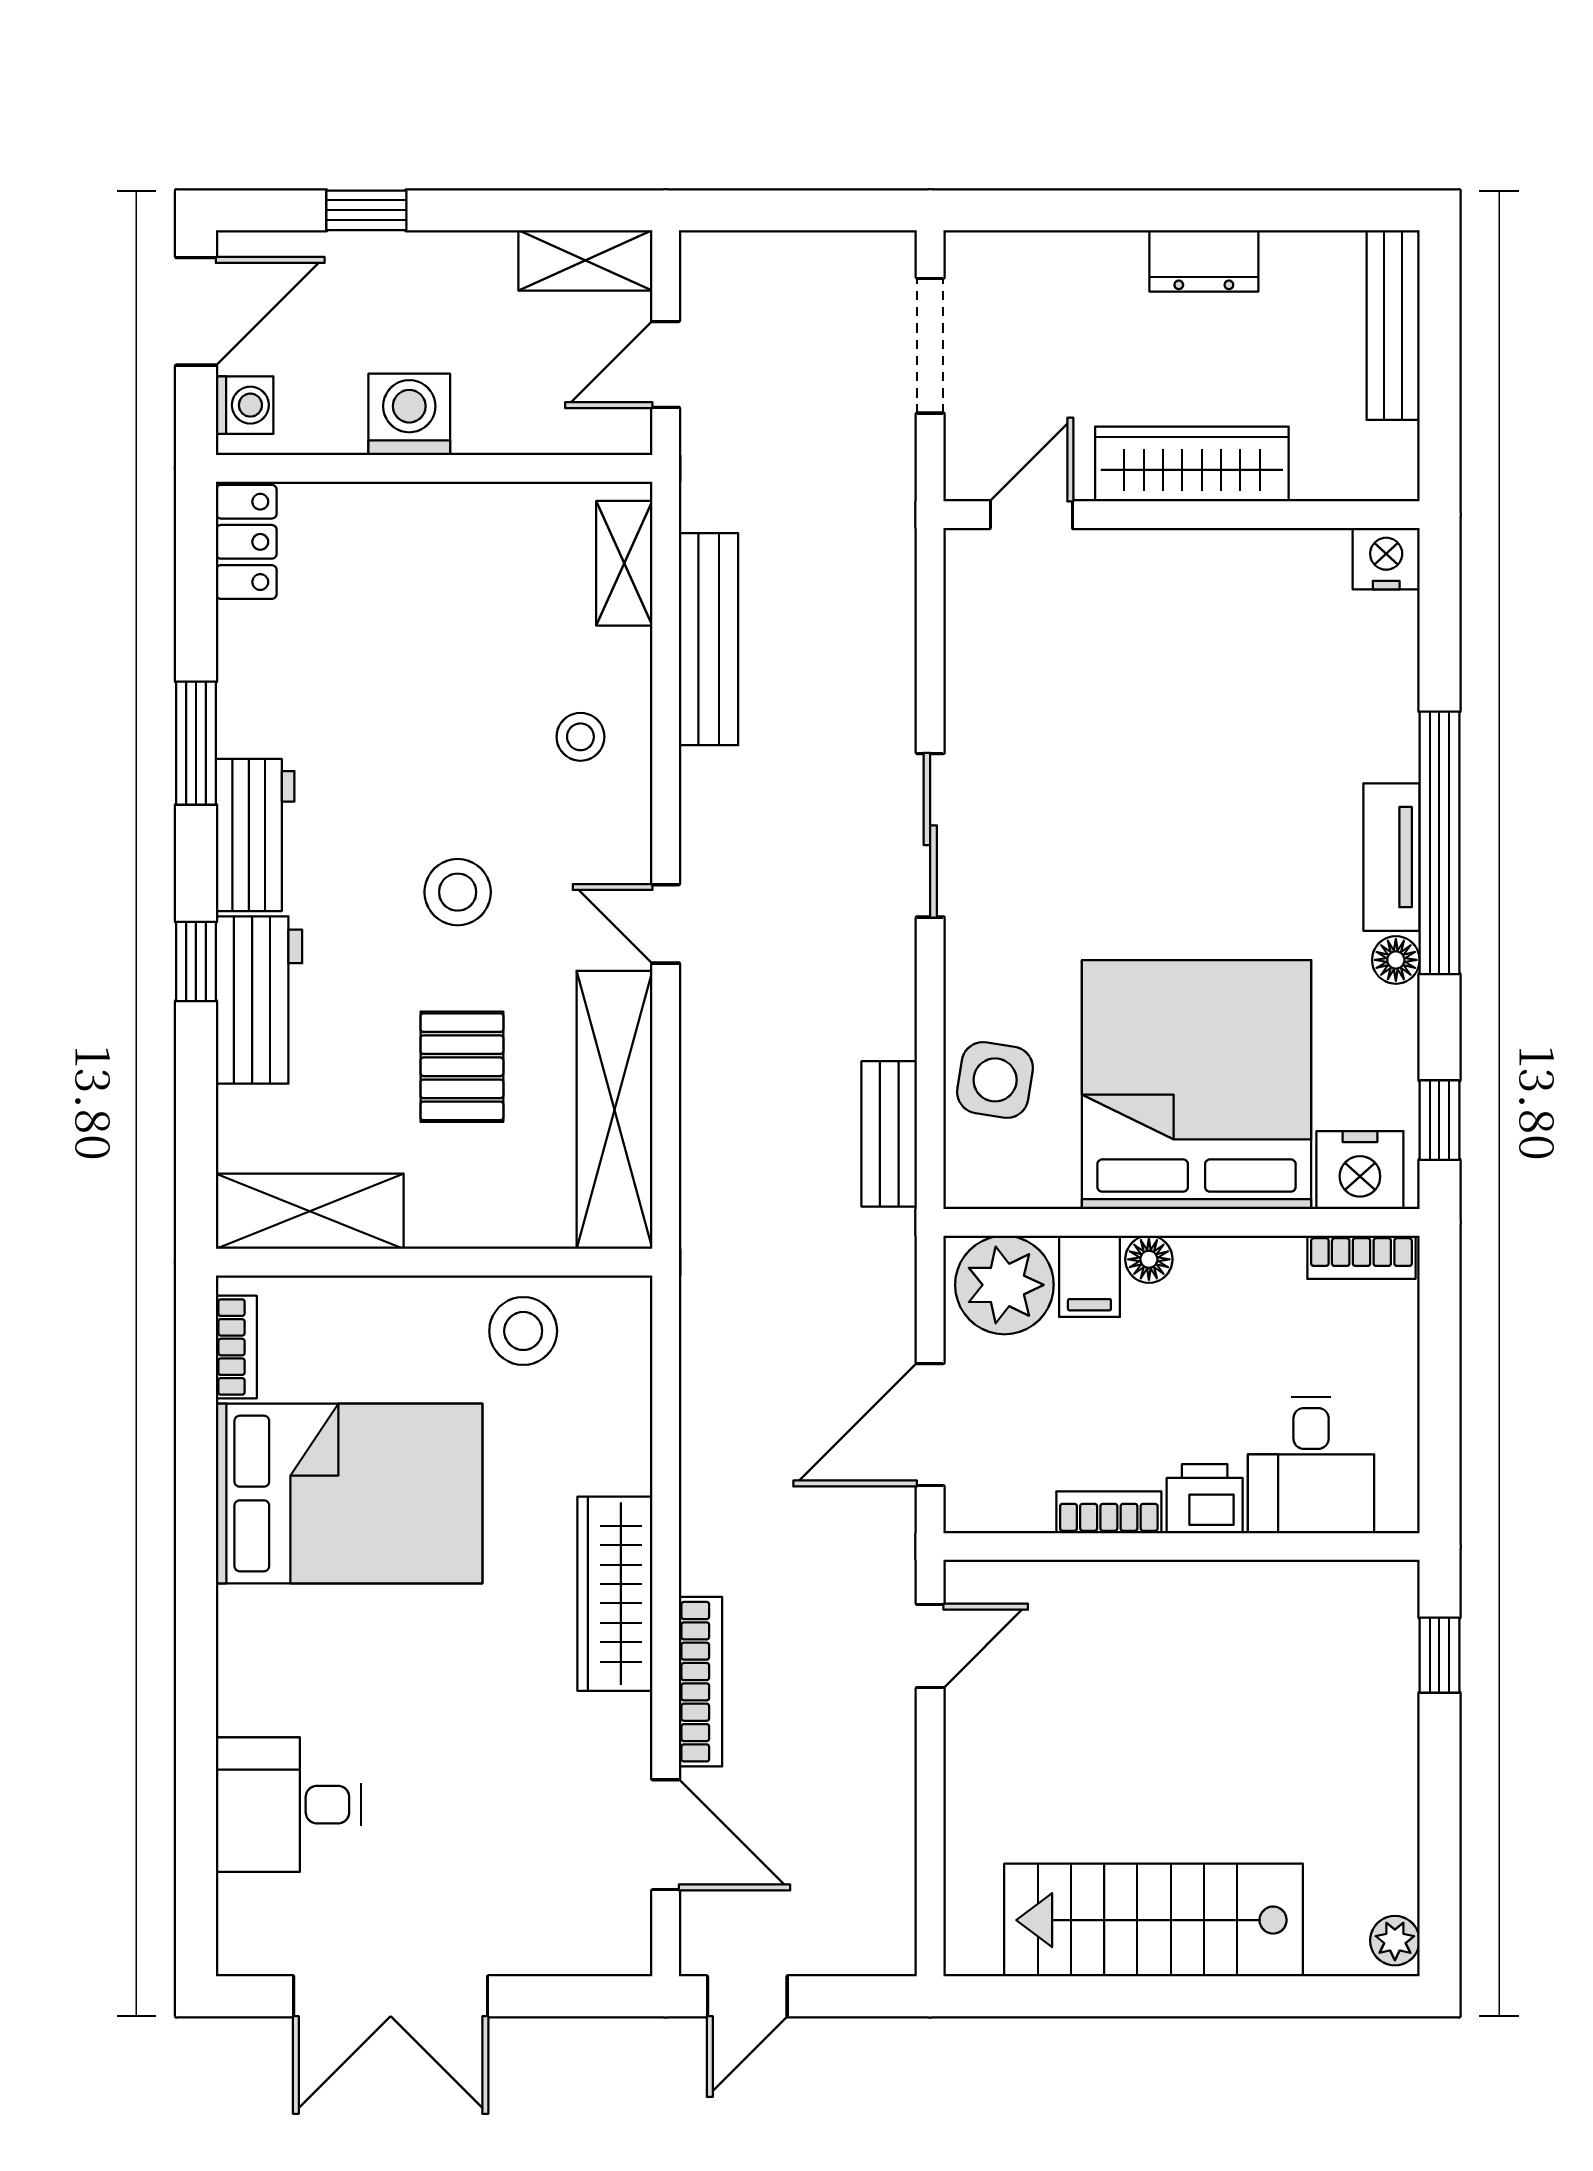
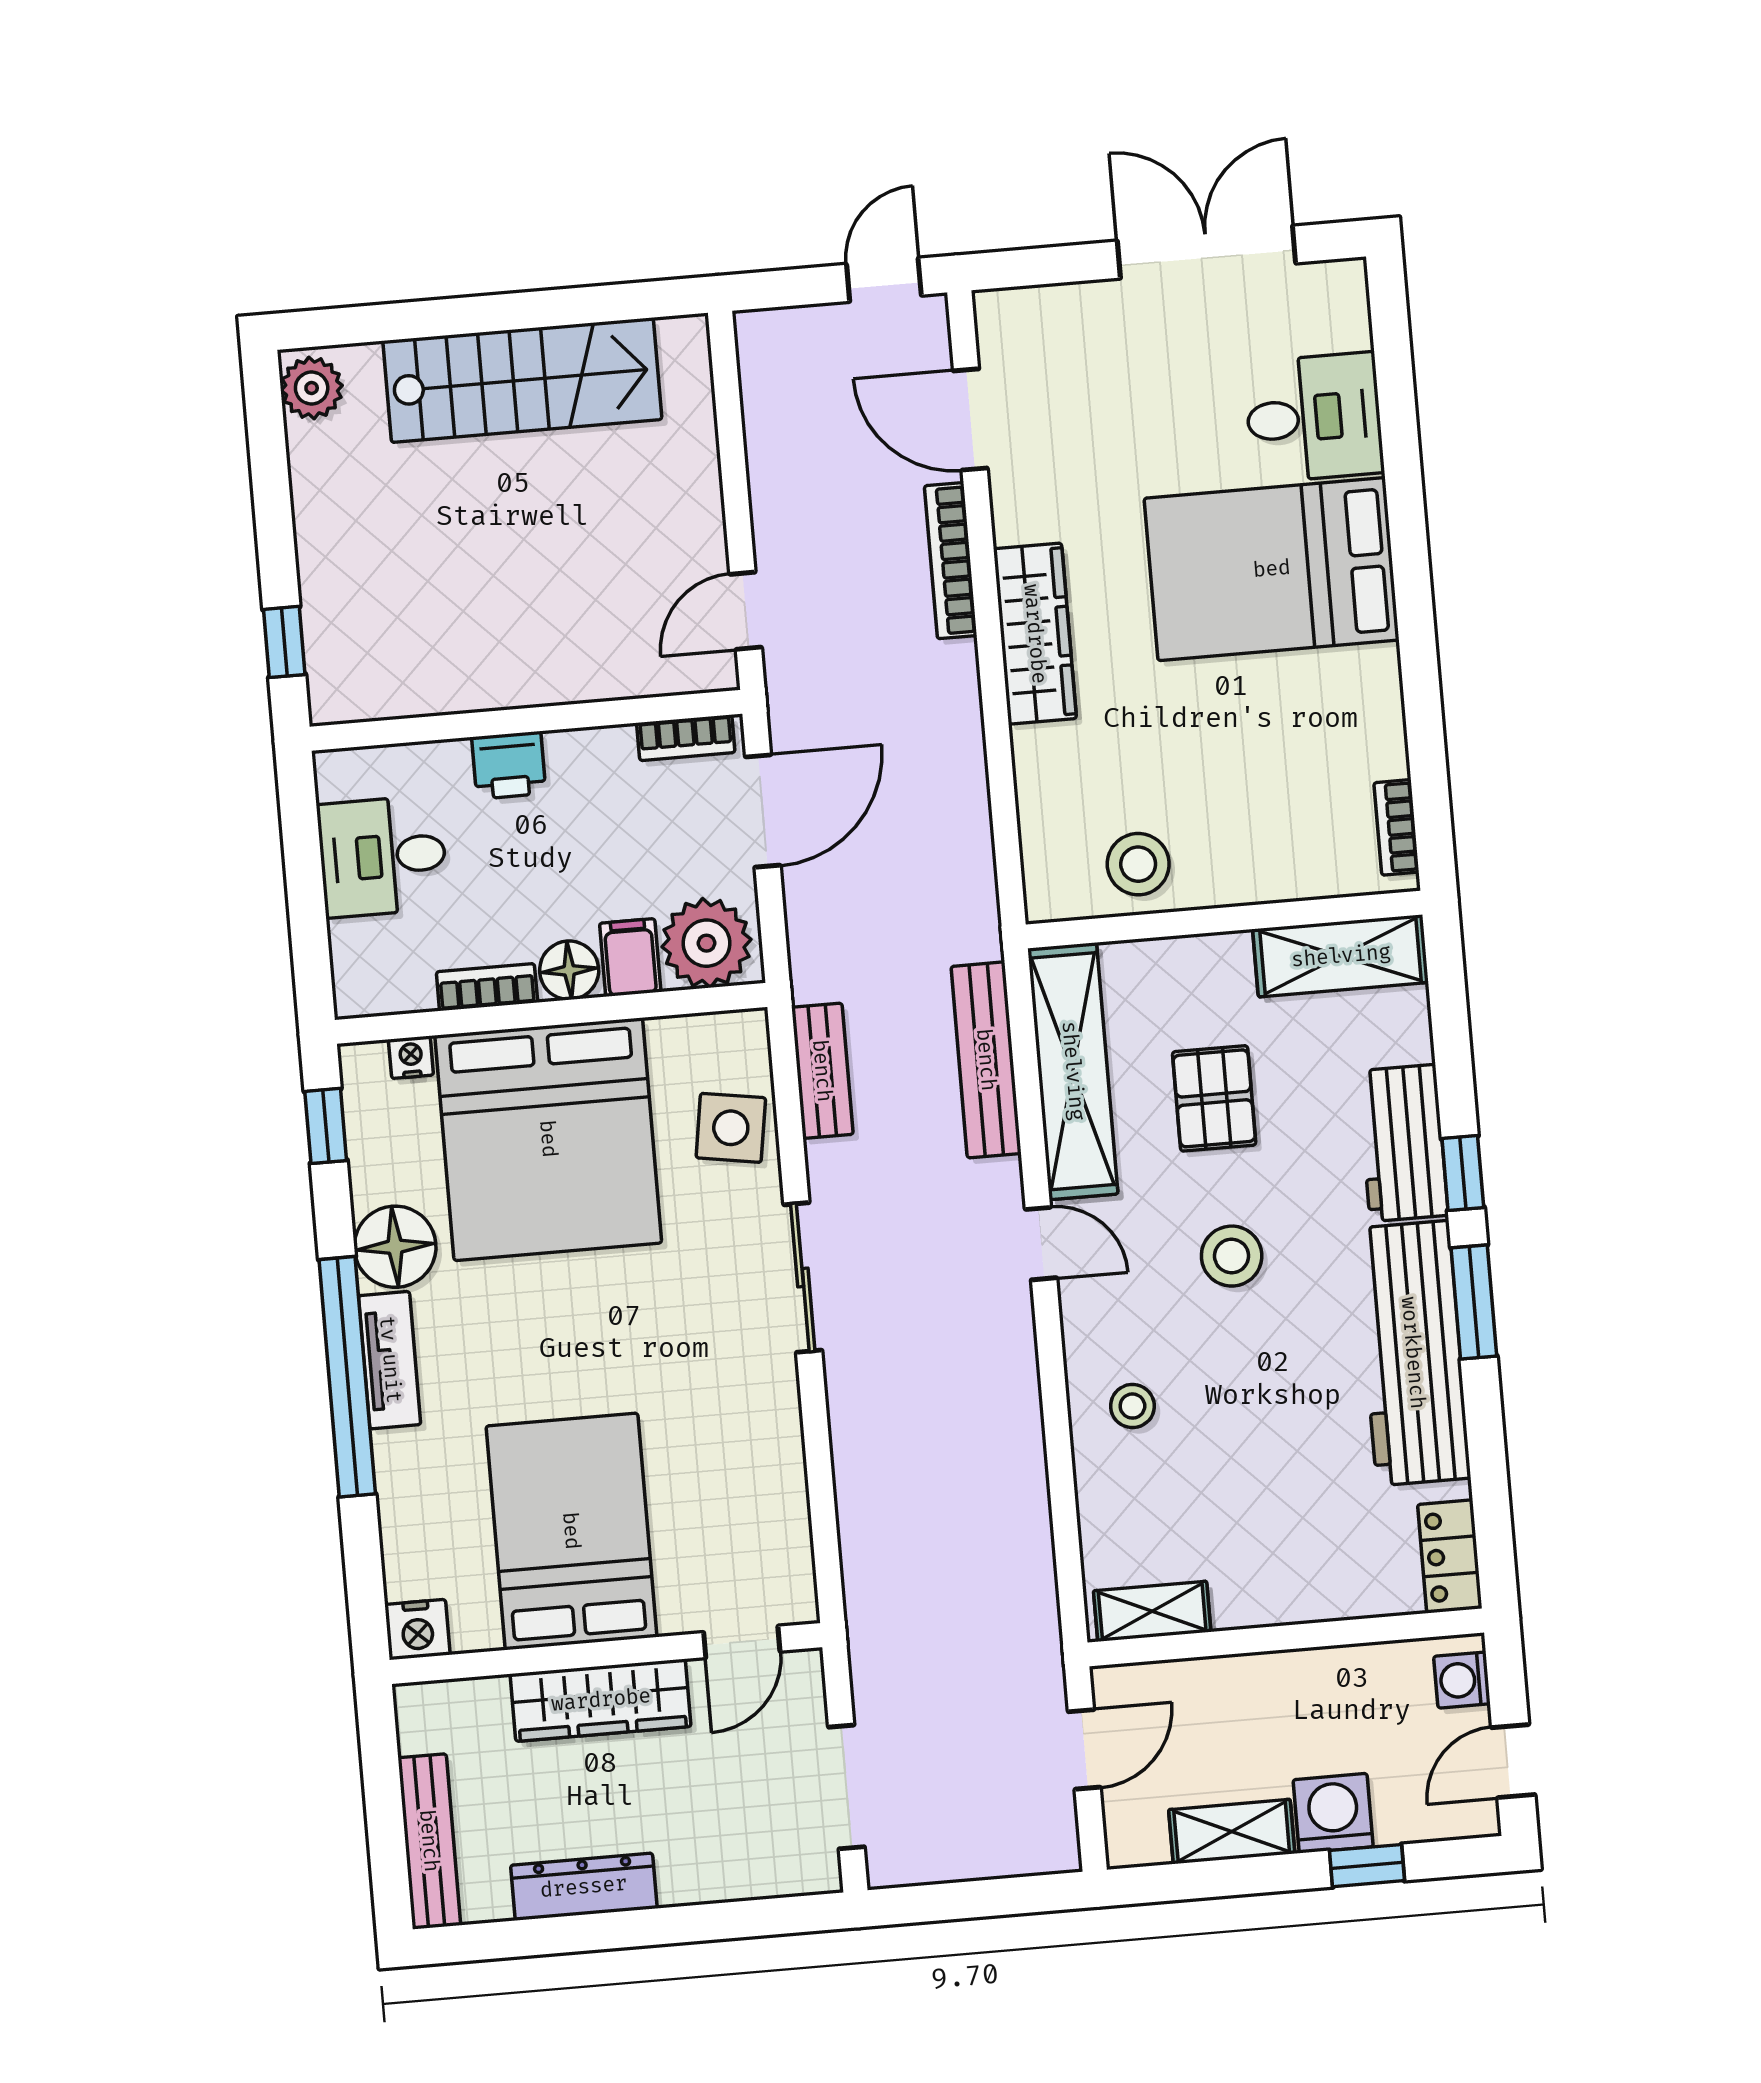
shelving: (585, 260) -> (1232, 1832), moved
dresser: (1204, 261) -> (584, 1887), width x1.44
door: (196, 311) -> (1513, 1761), width x0.73
washing machine: (409, 414) -> (1333, 1813), moved, turned 180
shelving: (624, 563) -> (1152, 1611), moved, turned 90
bench: (709, 639) -> (986, 1060), moved
bed: (1208, 652) -> (571, 1531), added
window: (196, 743) -> (1474, 1302), moved
workbench: (255, 835) -> (1413, 1353), width x1.88, depth x1.32
sliding door: (930, 835) -> (803, 1277), moved
floor lamp: (1396, 960) -> (395, 1247), width x1.89, depth x1.89
nightstand: (1360, 1170) -> (411, 1057), width x0.53, depth x0.56
bookcase: (1361, 1257) -> (487, 987), moved
floor lamp: (1149, 1259) -> (569, 970), width x1.37, depth x1.37
desk: (1311, 1465) -> (383, 856), moved, turned -90
bed: (349, 1494) -> (1272, 569), moved
bookcase: (1109, 1512) -> (686, 738), moved
plant: (1395, 1941) -> (312, 388), width x1.38, depth x1.38

